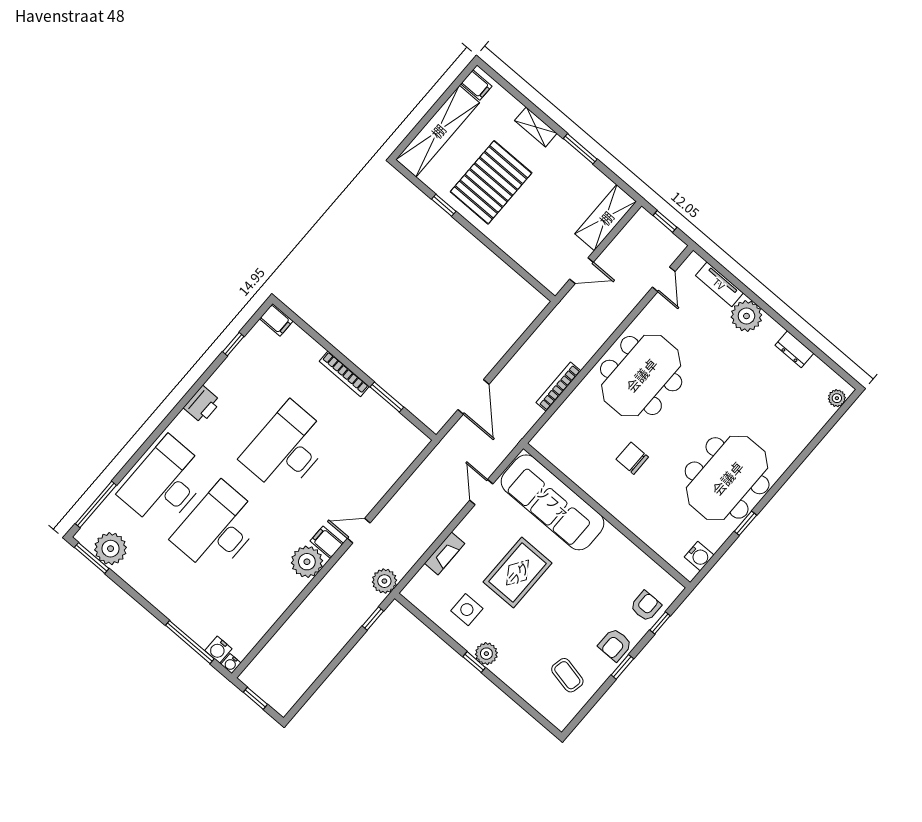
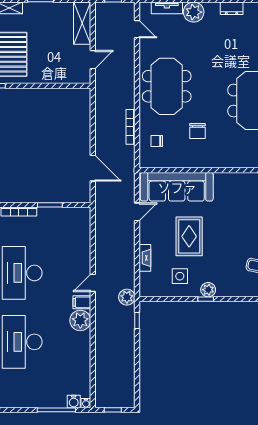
chair: (575, 429) -> (157, 141), added
chair: (632, 458) -> (197, 131), turned -90
door: (481, 492) -> (137, 212), swing flipped

